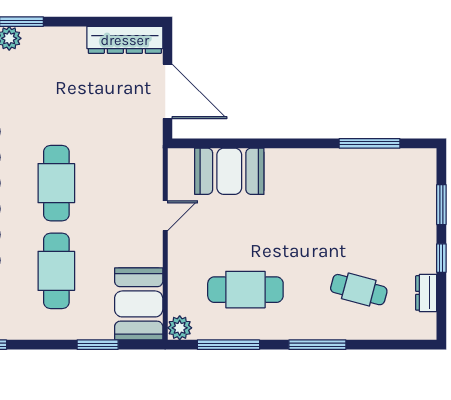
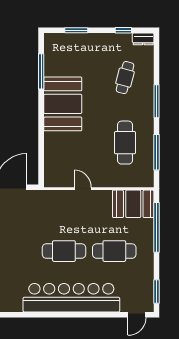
booth: (229, 171) -> (63, 104), moved, width x1.36, depth x1.42
window: (441, 258) -> (123, 30), moved
dresser: (426, 293) -> (143, 39), moved
plant: (180, 328) -> (147, 180), removed
window: (98, 345) -> (157, 227), width x2.11

